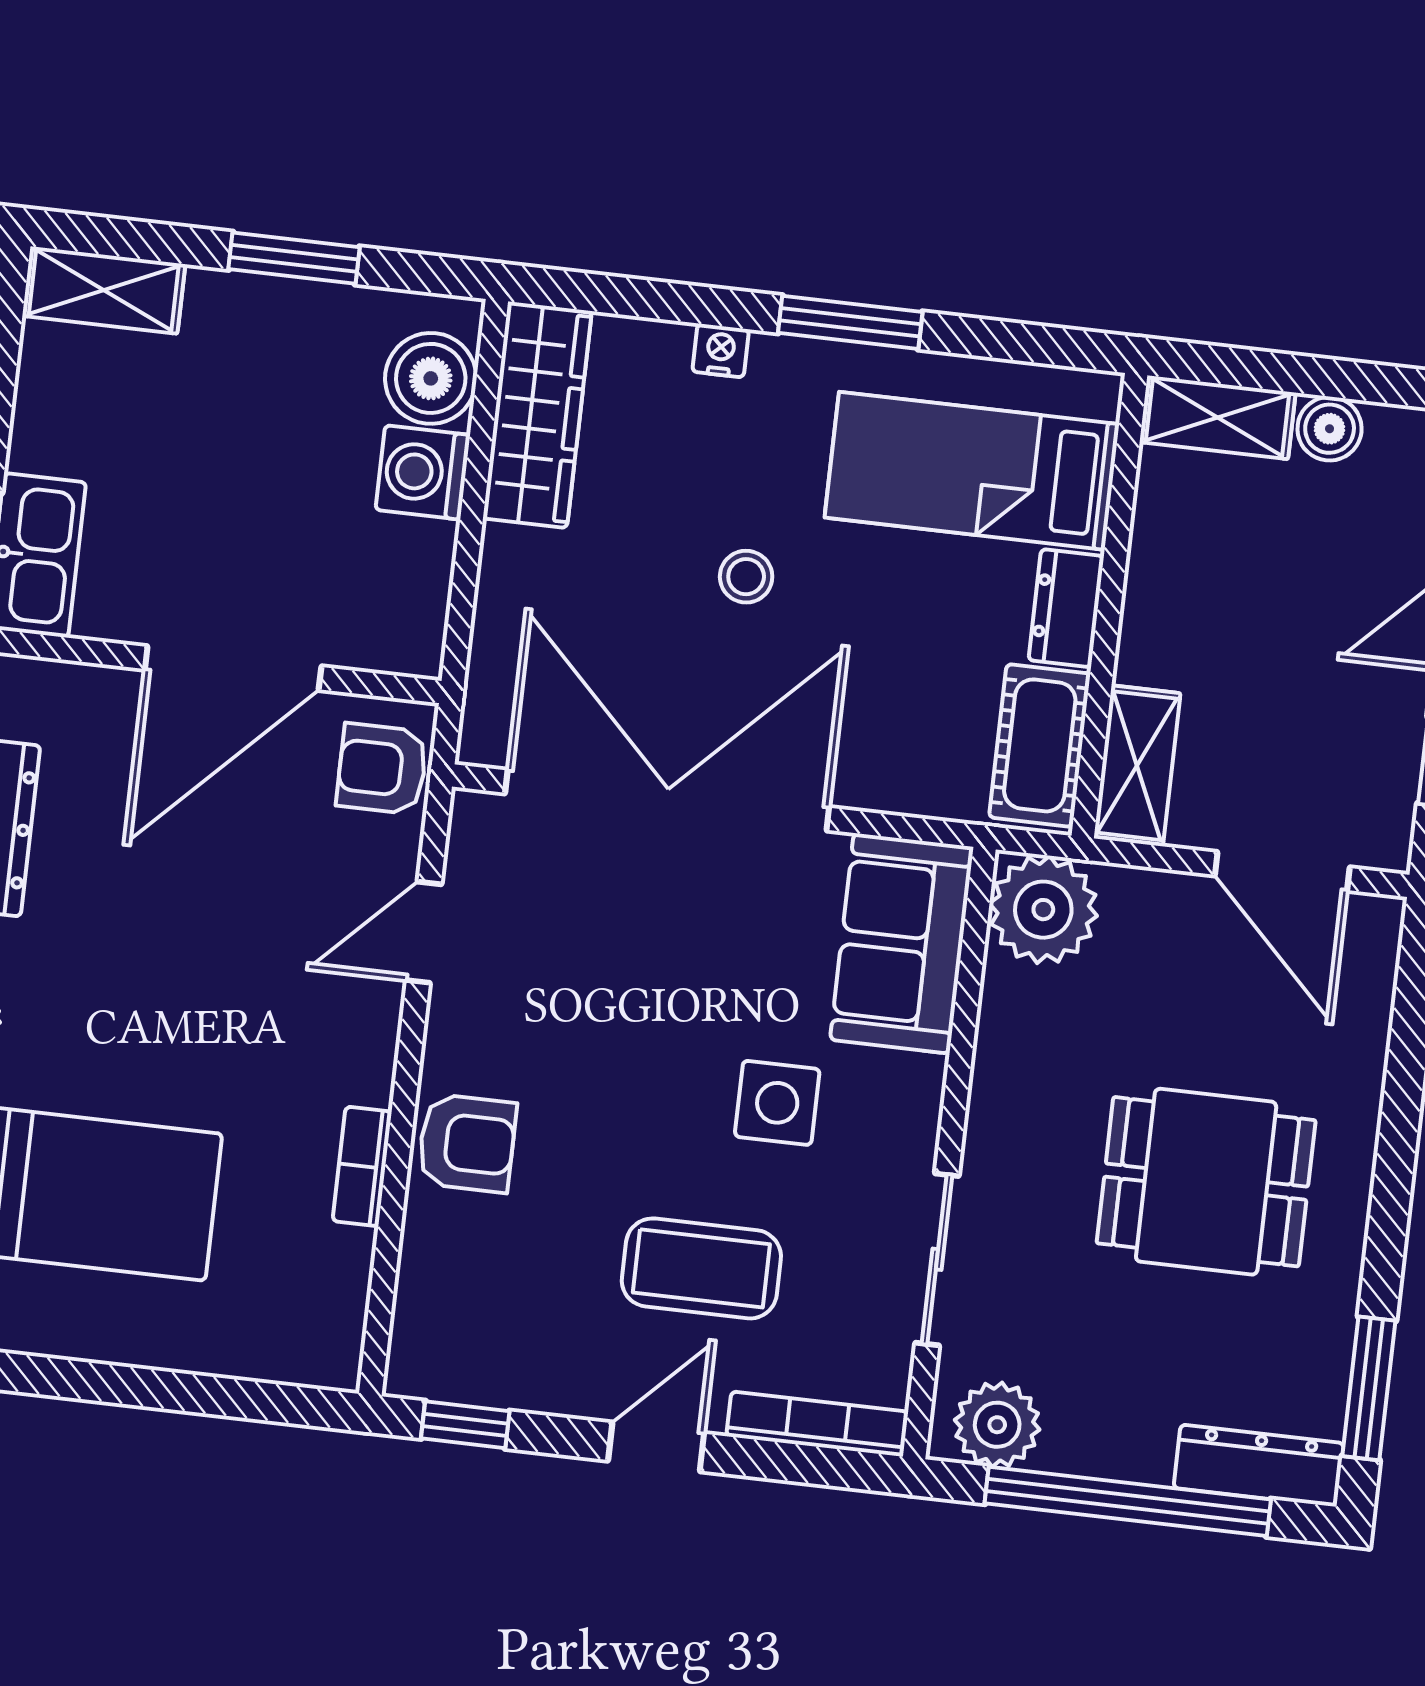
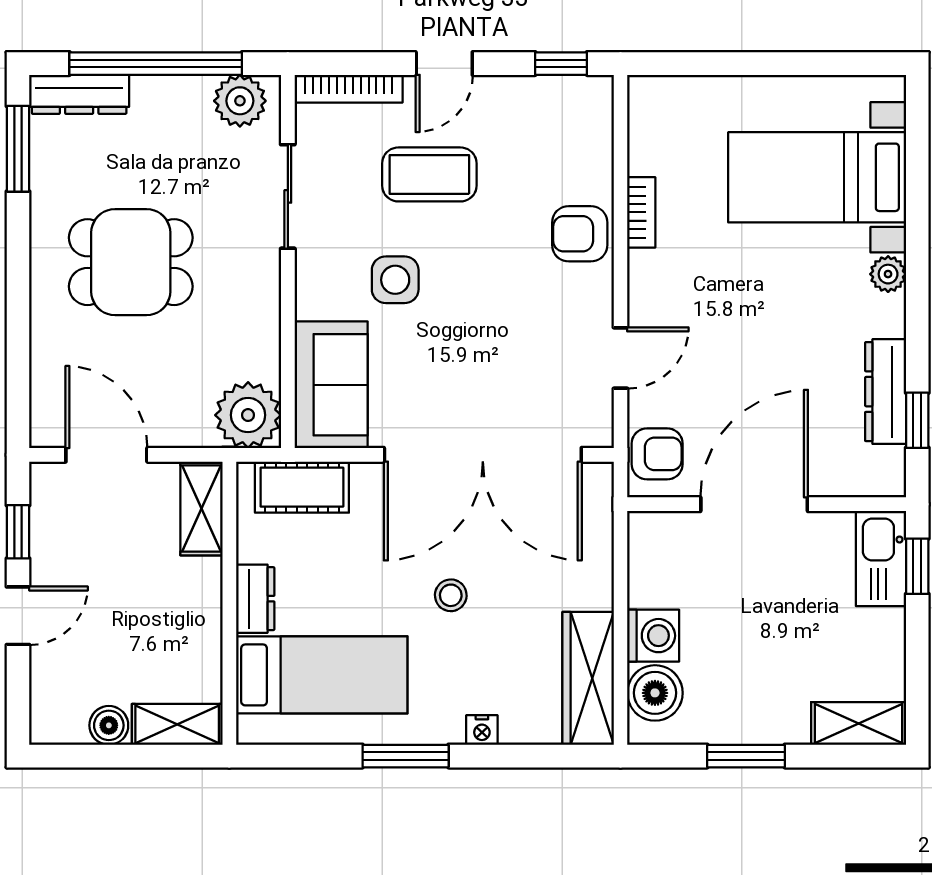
cot: (1040, 745) -> (302, 487), moved, turned 90

